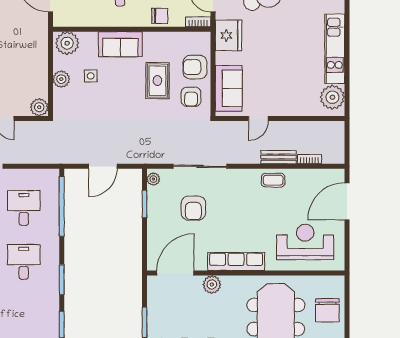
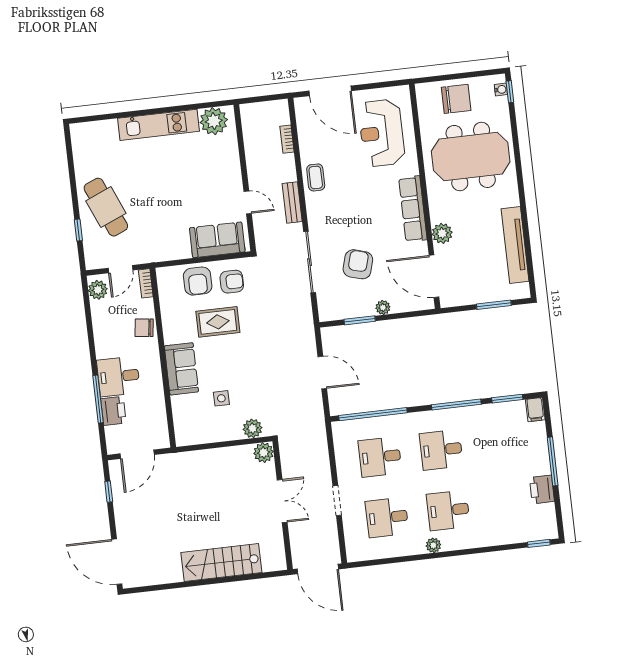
chair: (160, 16) -> (144, 328), turned -83
fridge: (229, 35) -> (157, 247), removed
plant: (67, 43) -> (187, 429), removed
plant: (61, 79) -> (253, 428), moved
bench: (279, 157) -> (292, 202), moved
plant: (153, 179) -> (383, 307), moved
armchair: (193, 208) -> (358, 264), turned -74
window: (62, 280) -> (456, 404), width x1.44

